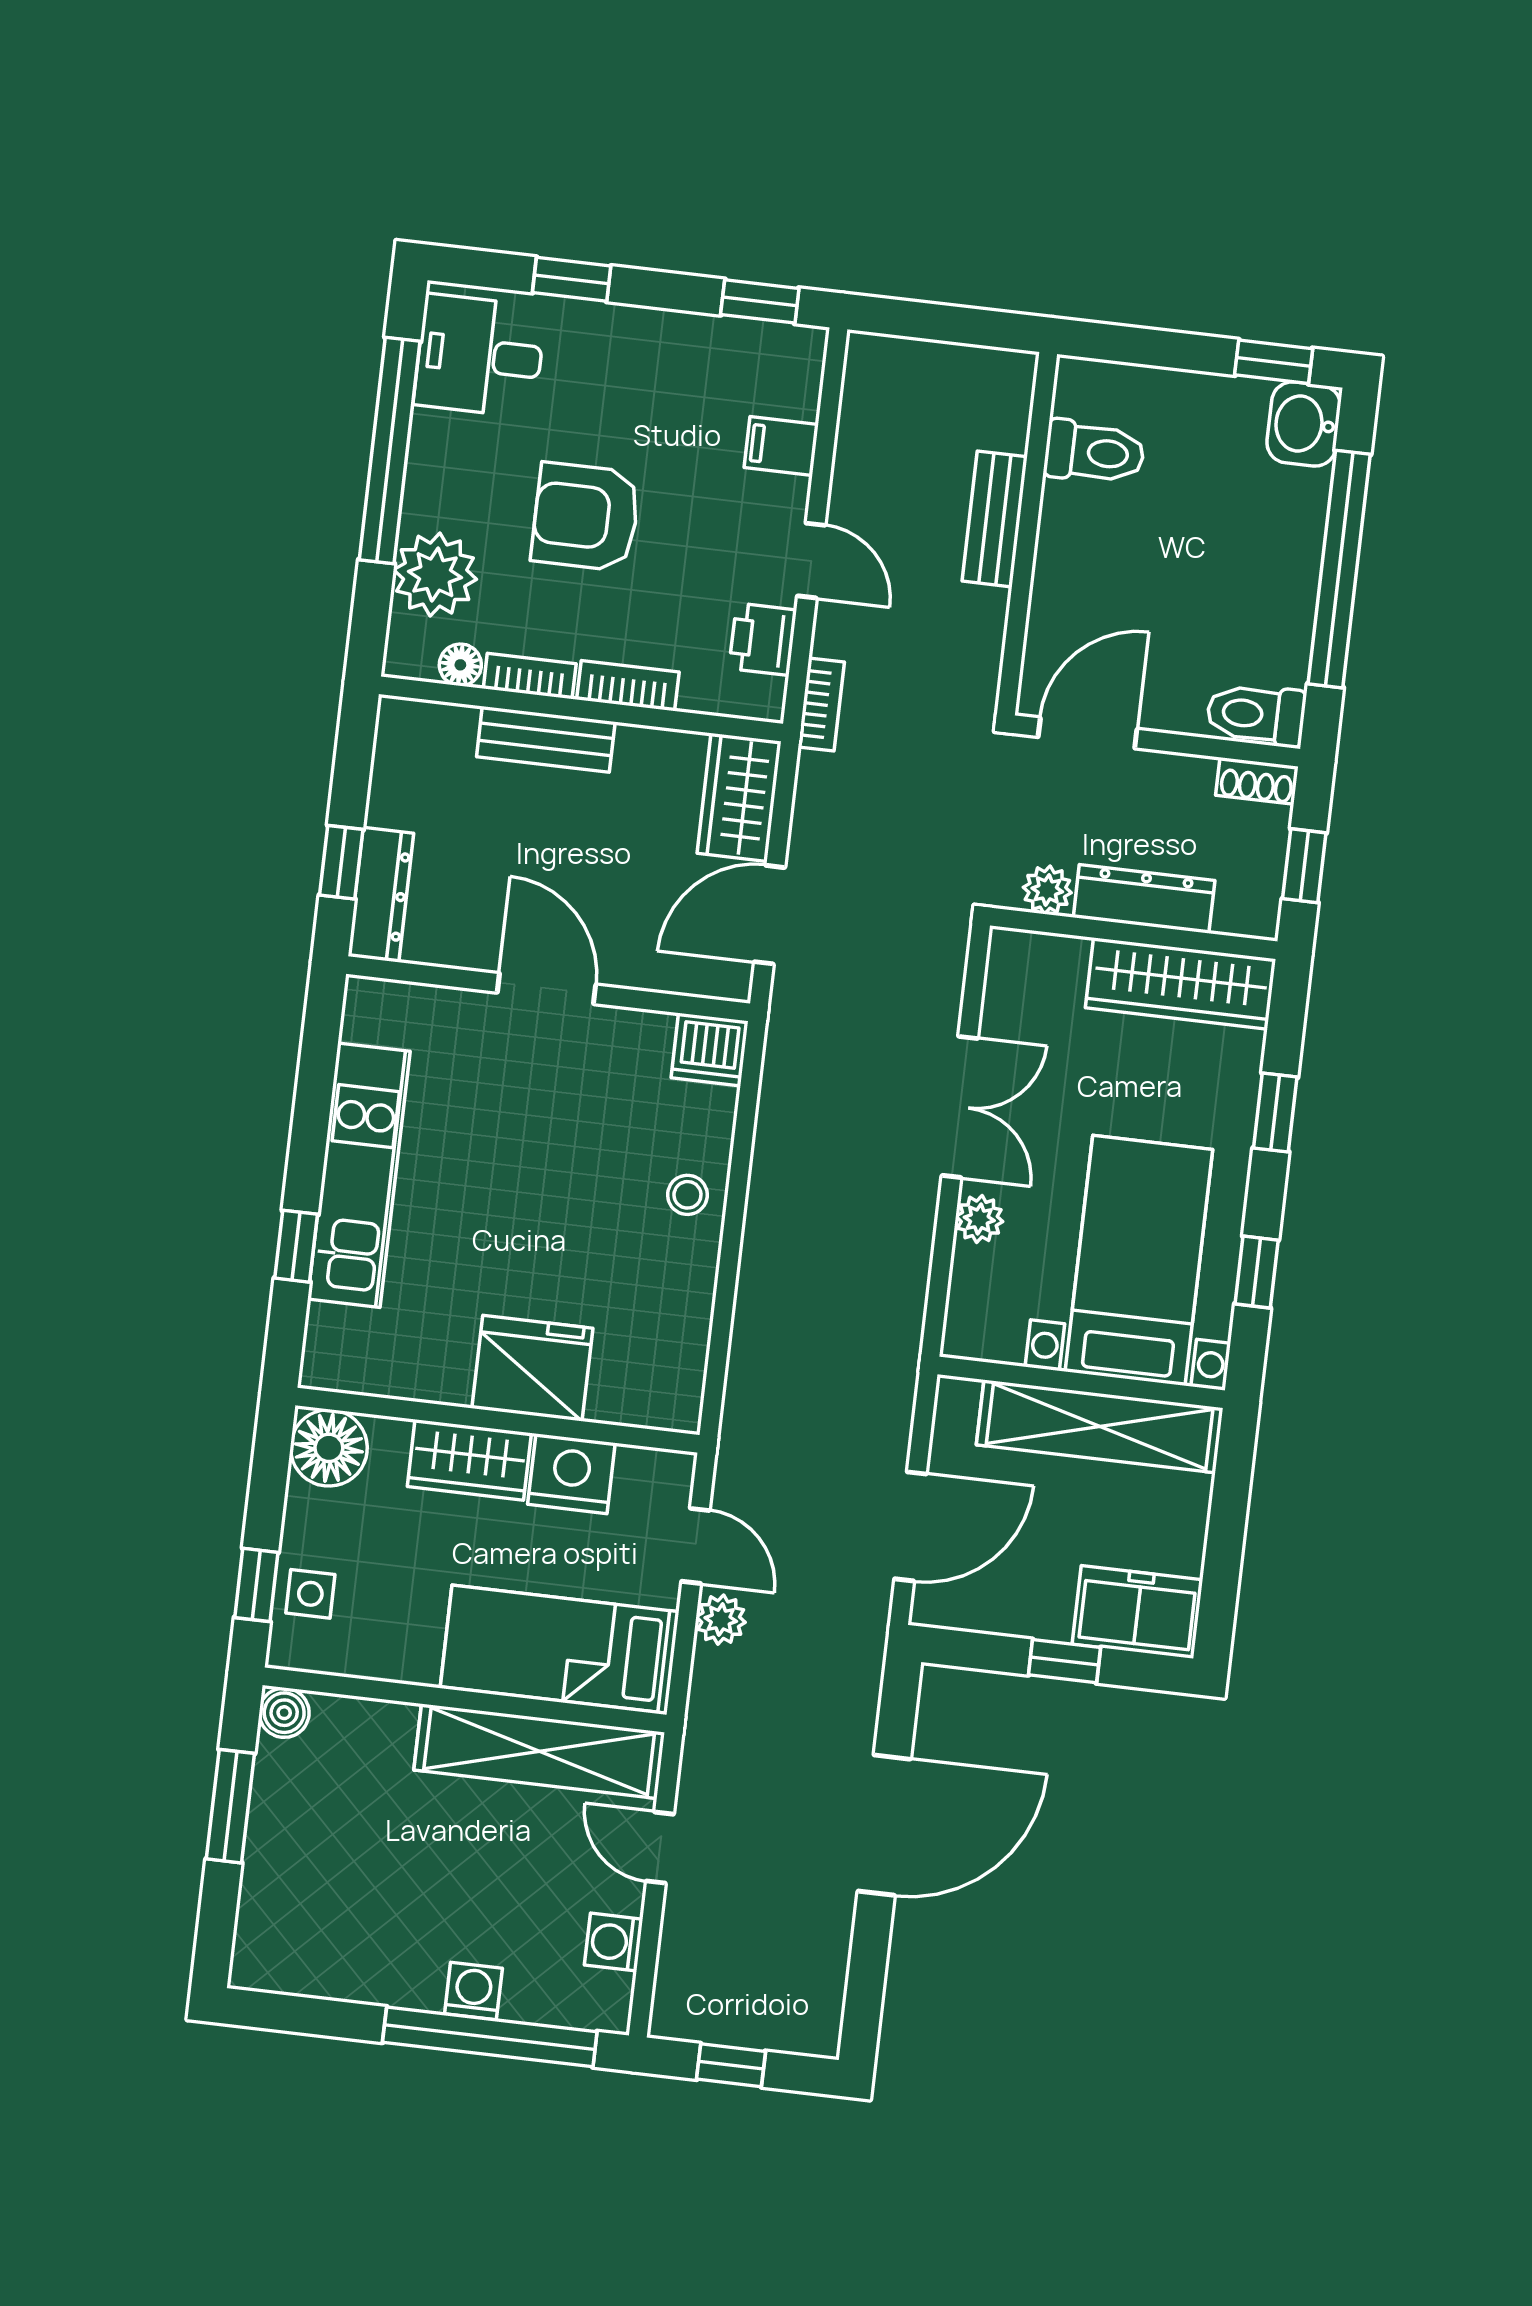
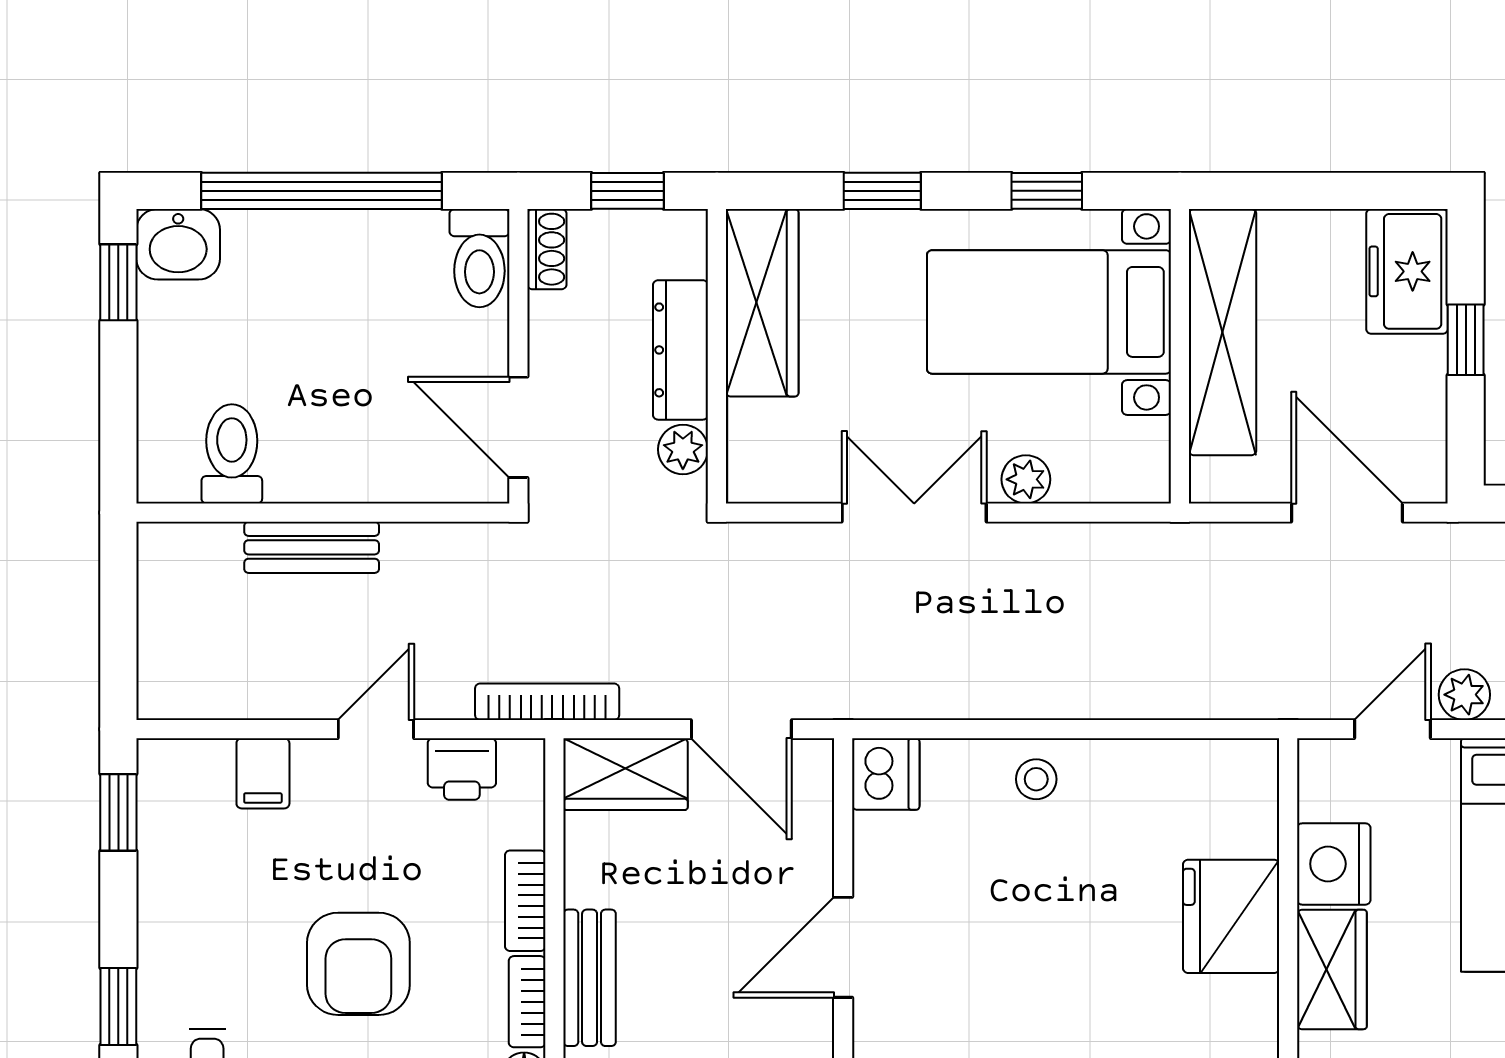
bookcase: (821, 704) -> (547, 702), width x1.56

